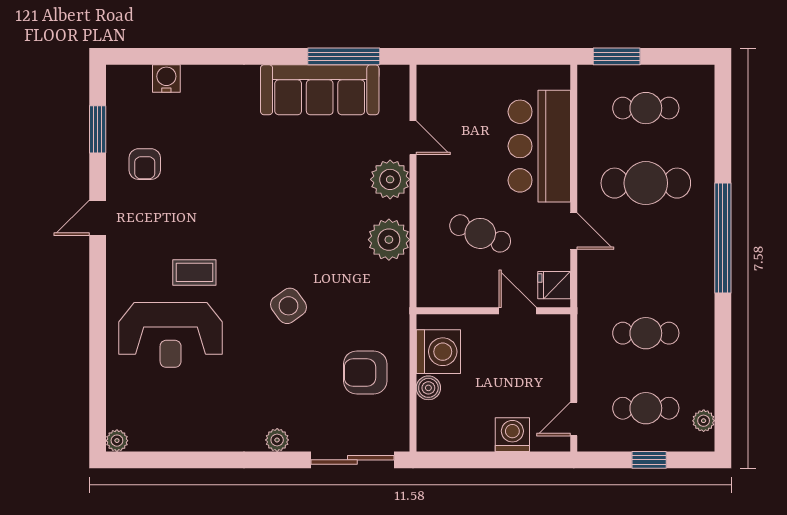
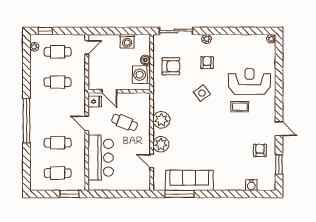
cafe table: (646, 183) -> (58, 143), width x0.73, depth x0.74
door: (98, 218) -> (279, 129), hinge flipped
armchair: (276, 382) -> (207, 63), added
washing machine: (512, 435) -> (127, 41), moved
window: (649, 460) -> (45, 31), moved

